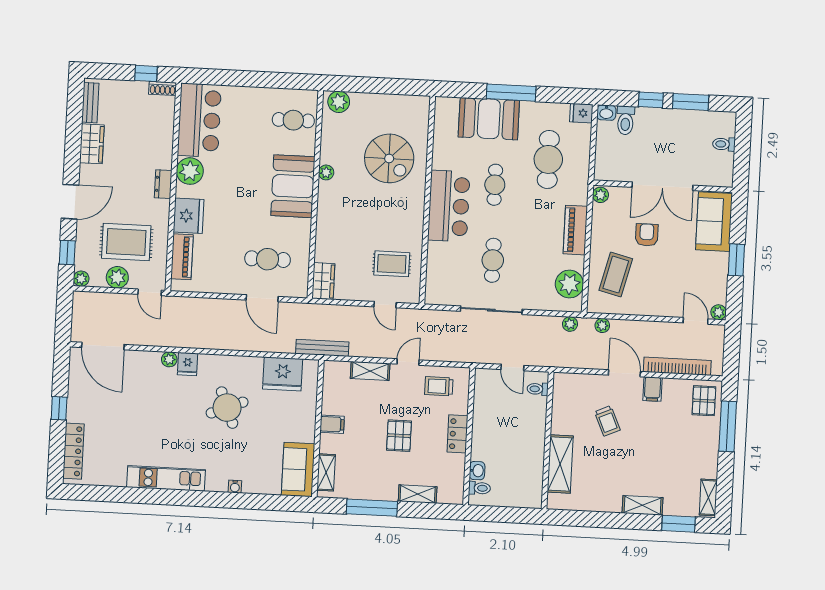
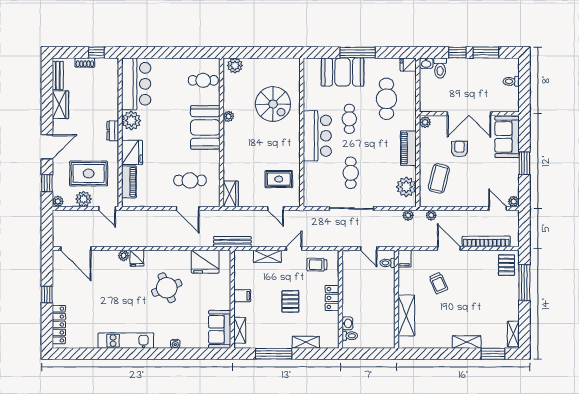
shoe rack: (163, 88) -> (85, 63), moved
filing cabinet: (653, 389) -> (405, 259), moved

